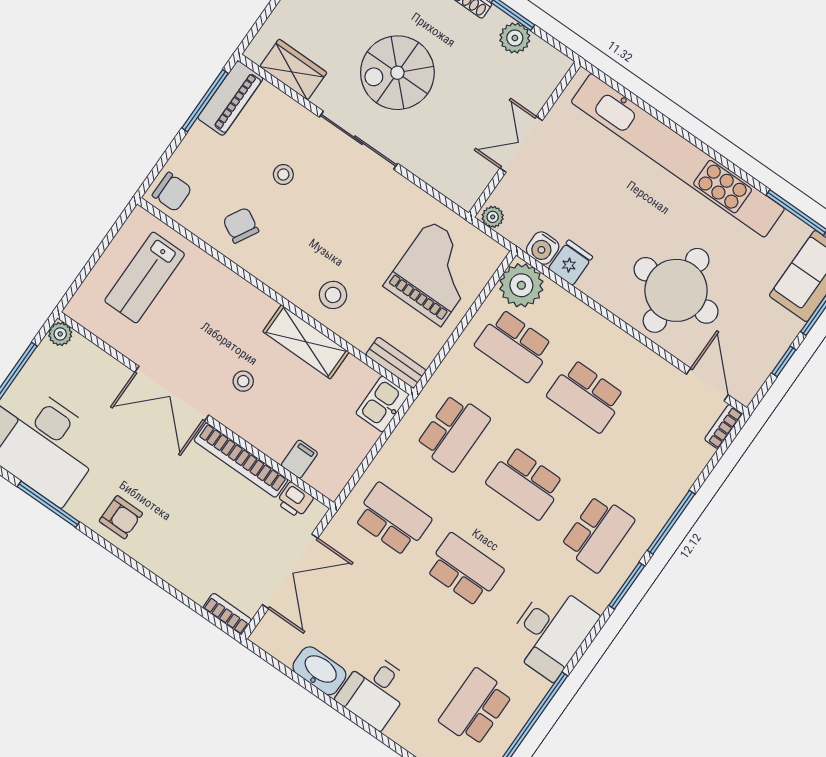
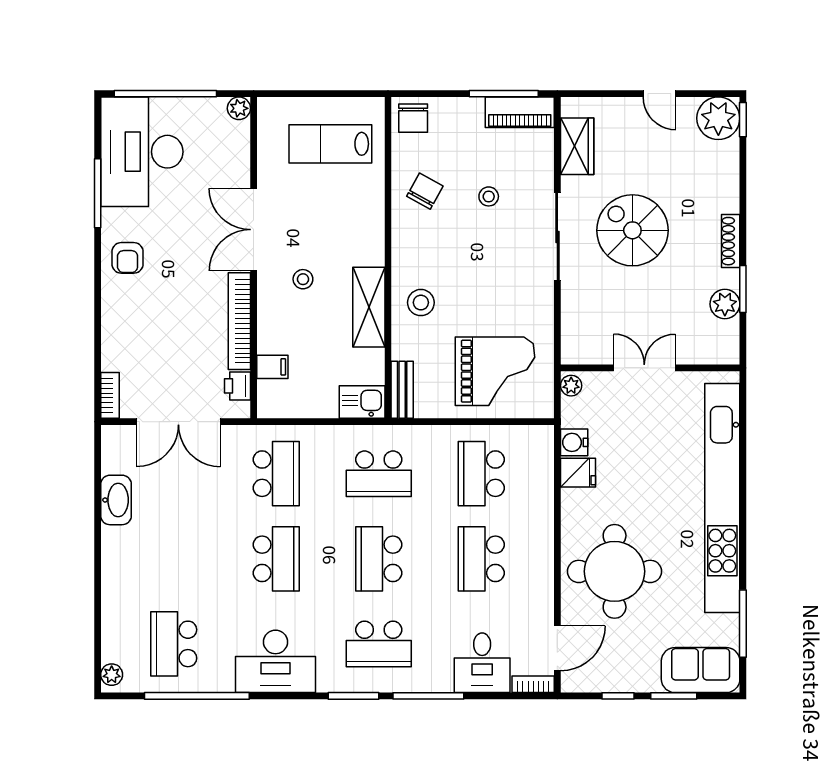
plant: (521, 285) -> (533, 446), removed
desk: (375, 691) -> (482, 663), moved, turned -90
school desk: (476, 707) -> (174, 644), turned -90

